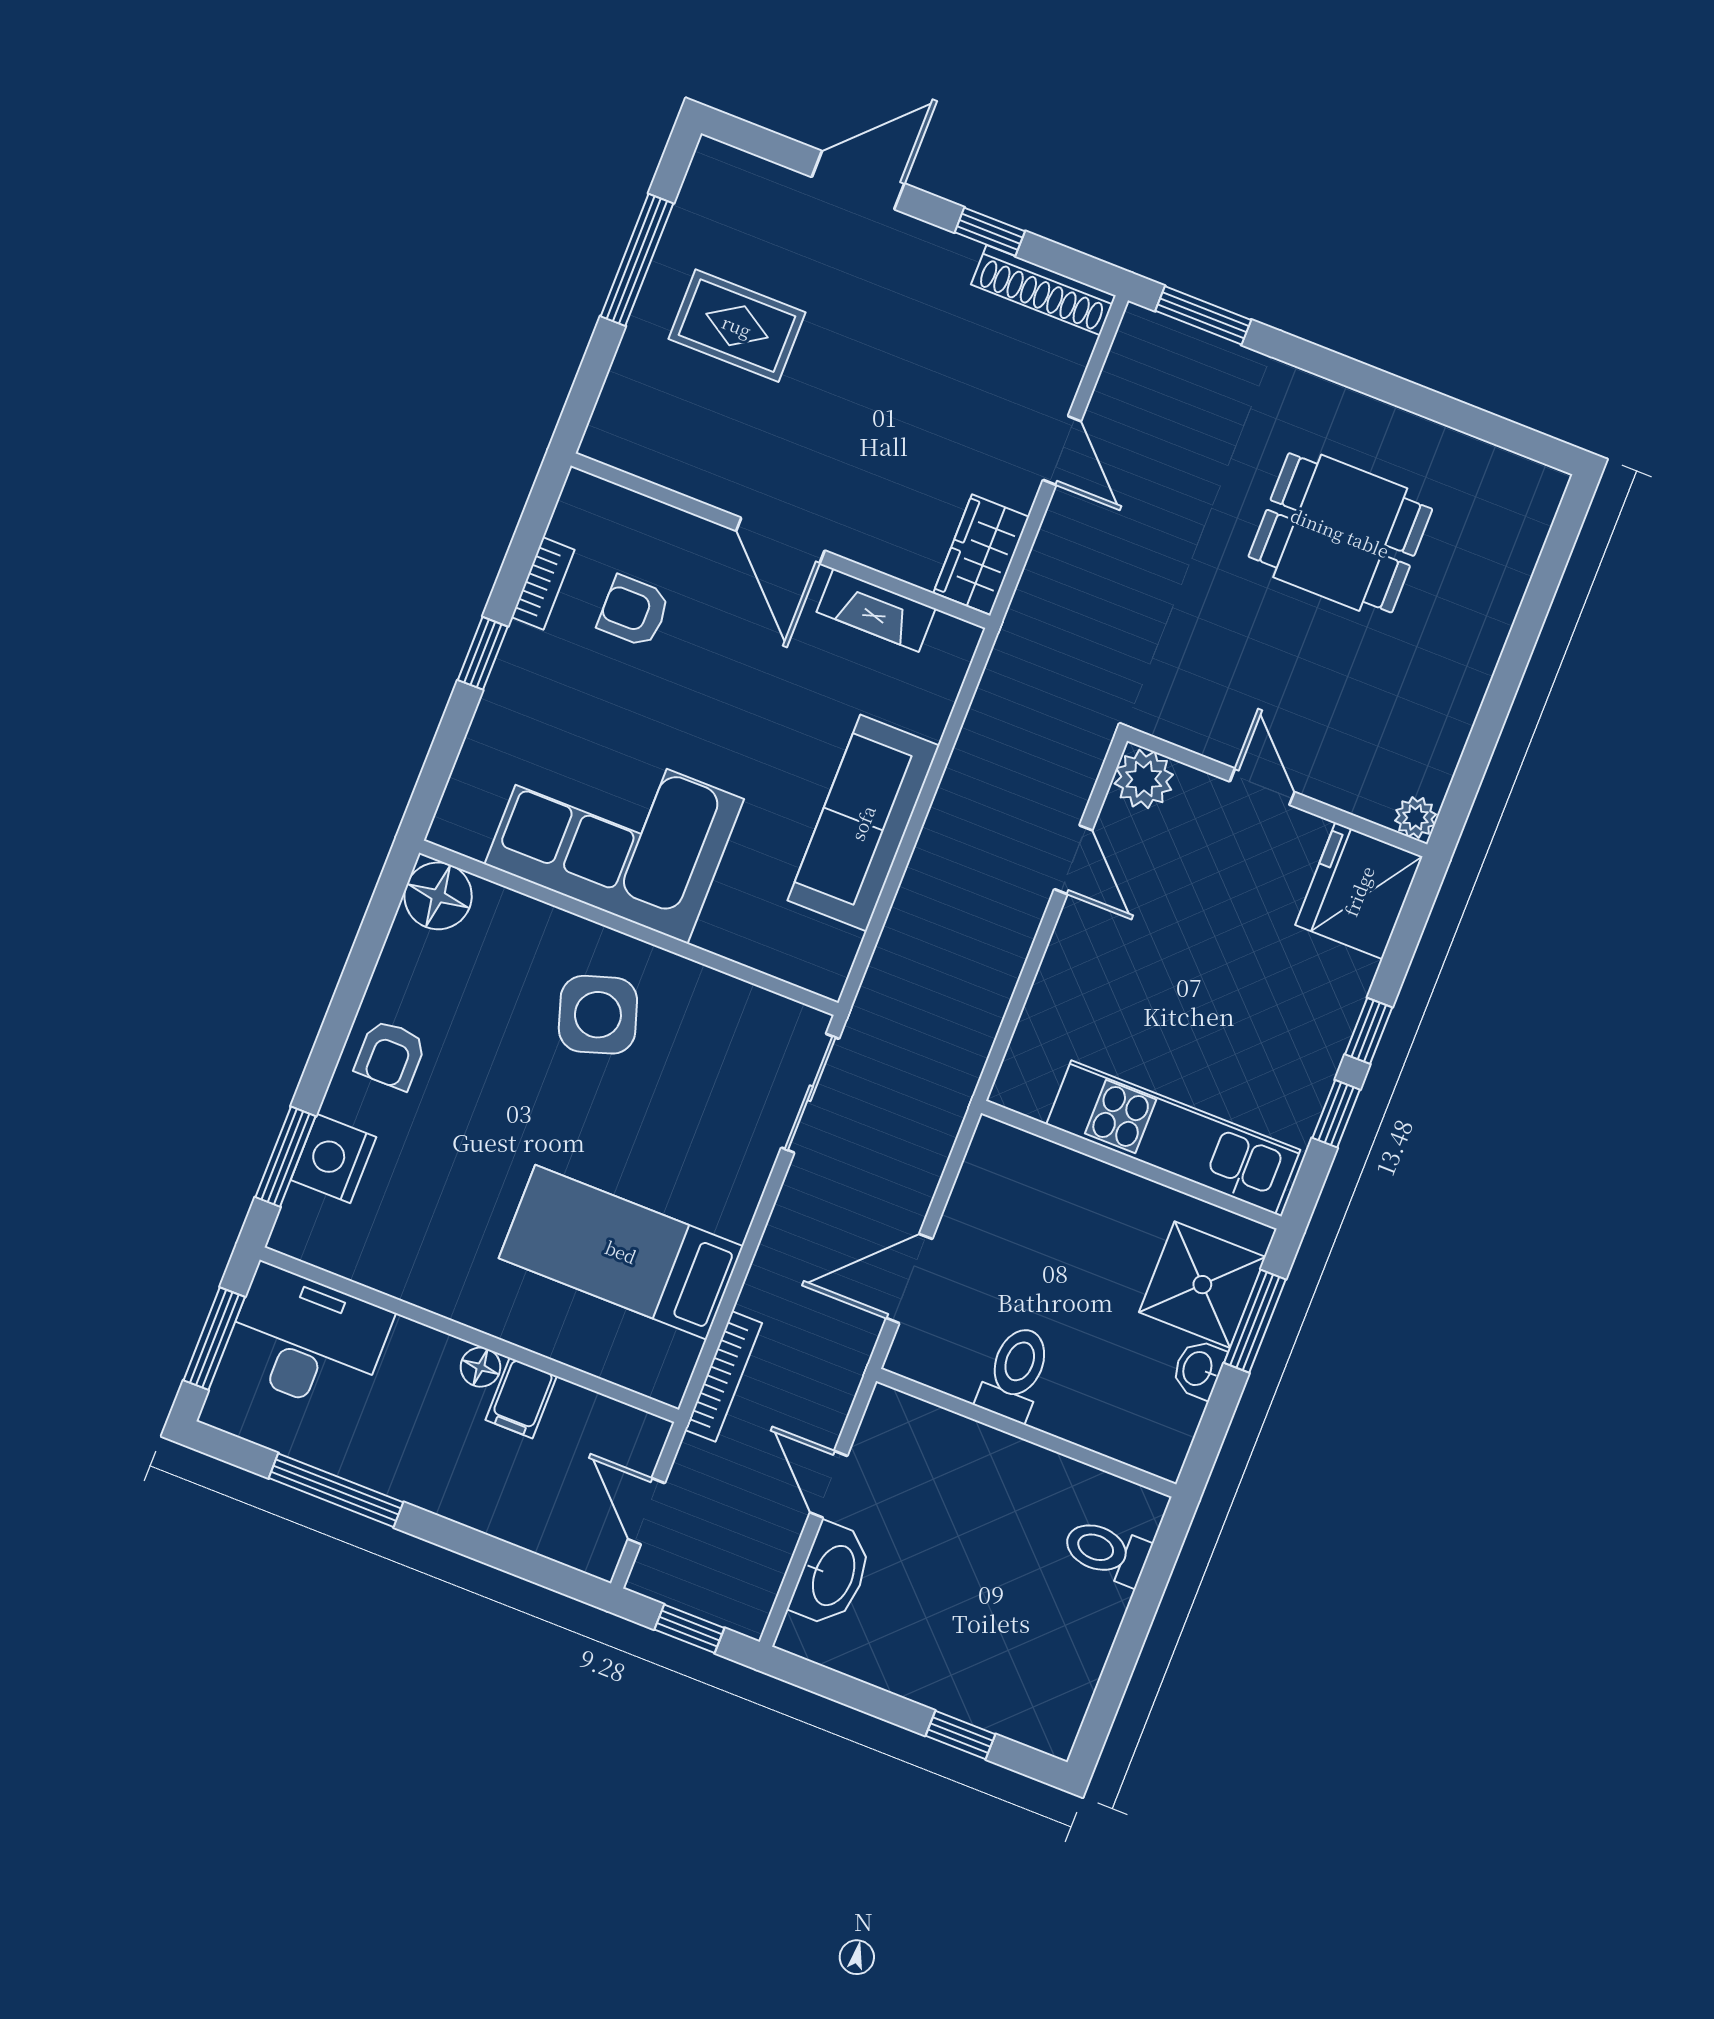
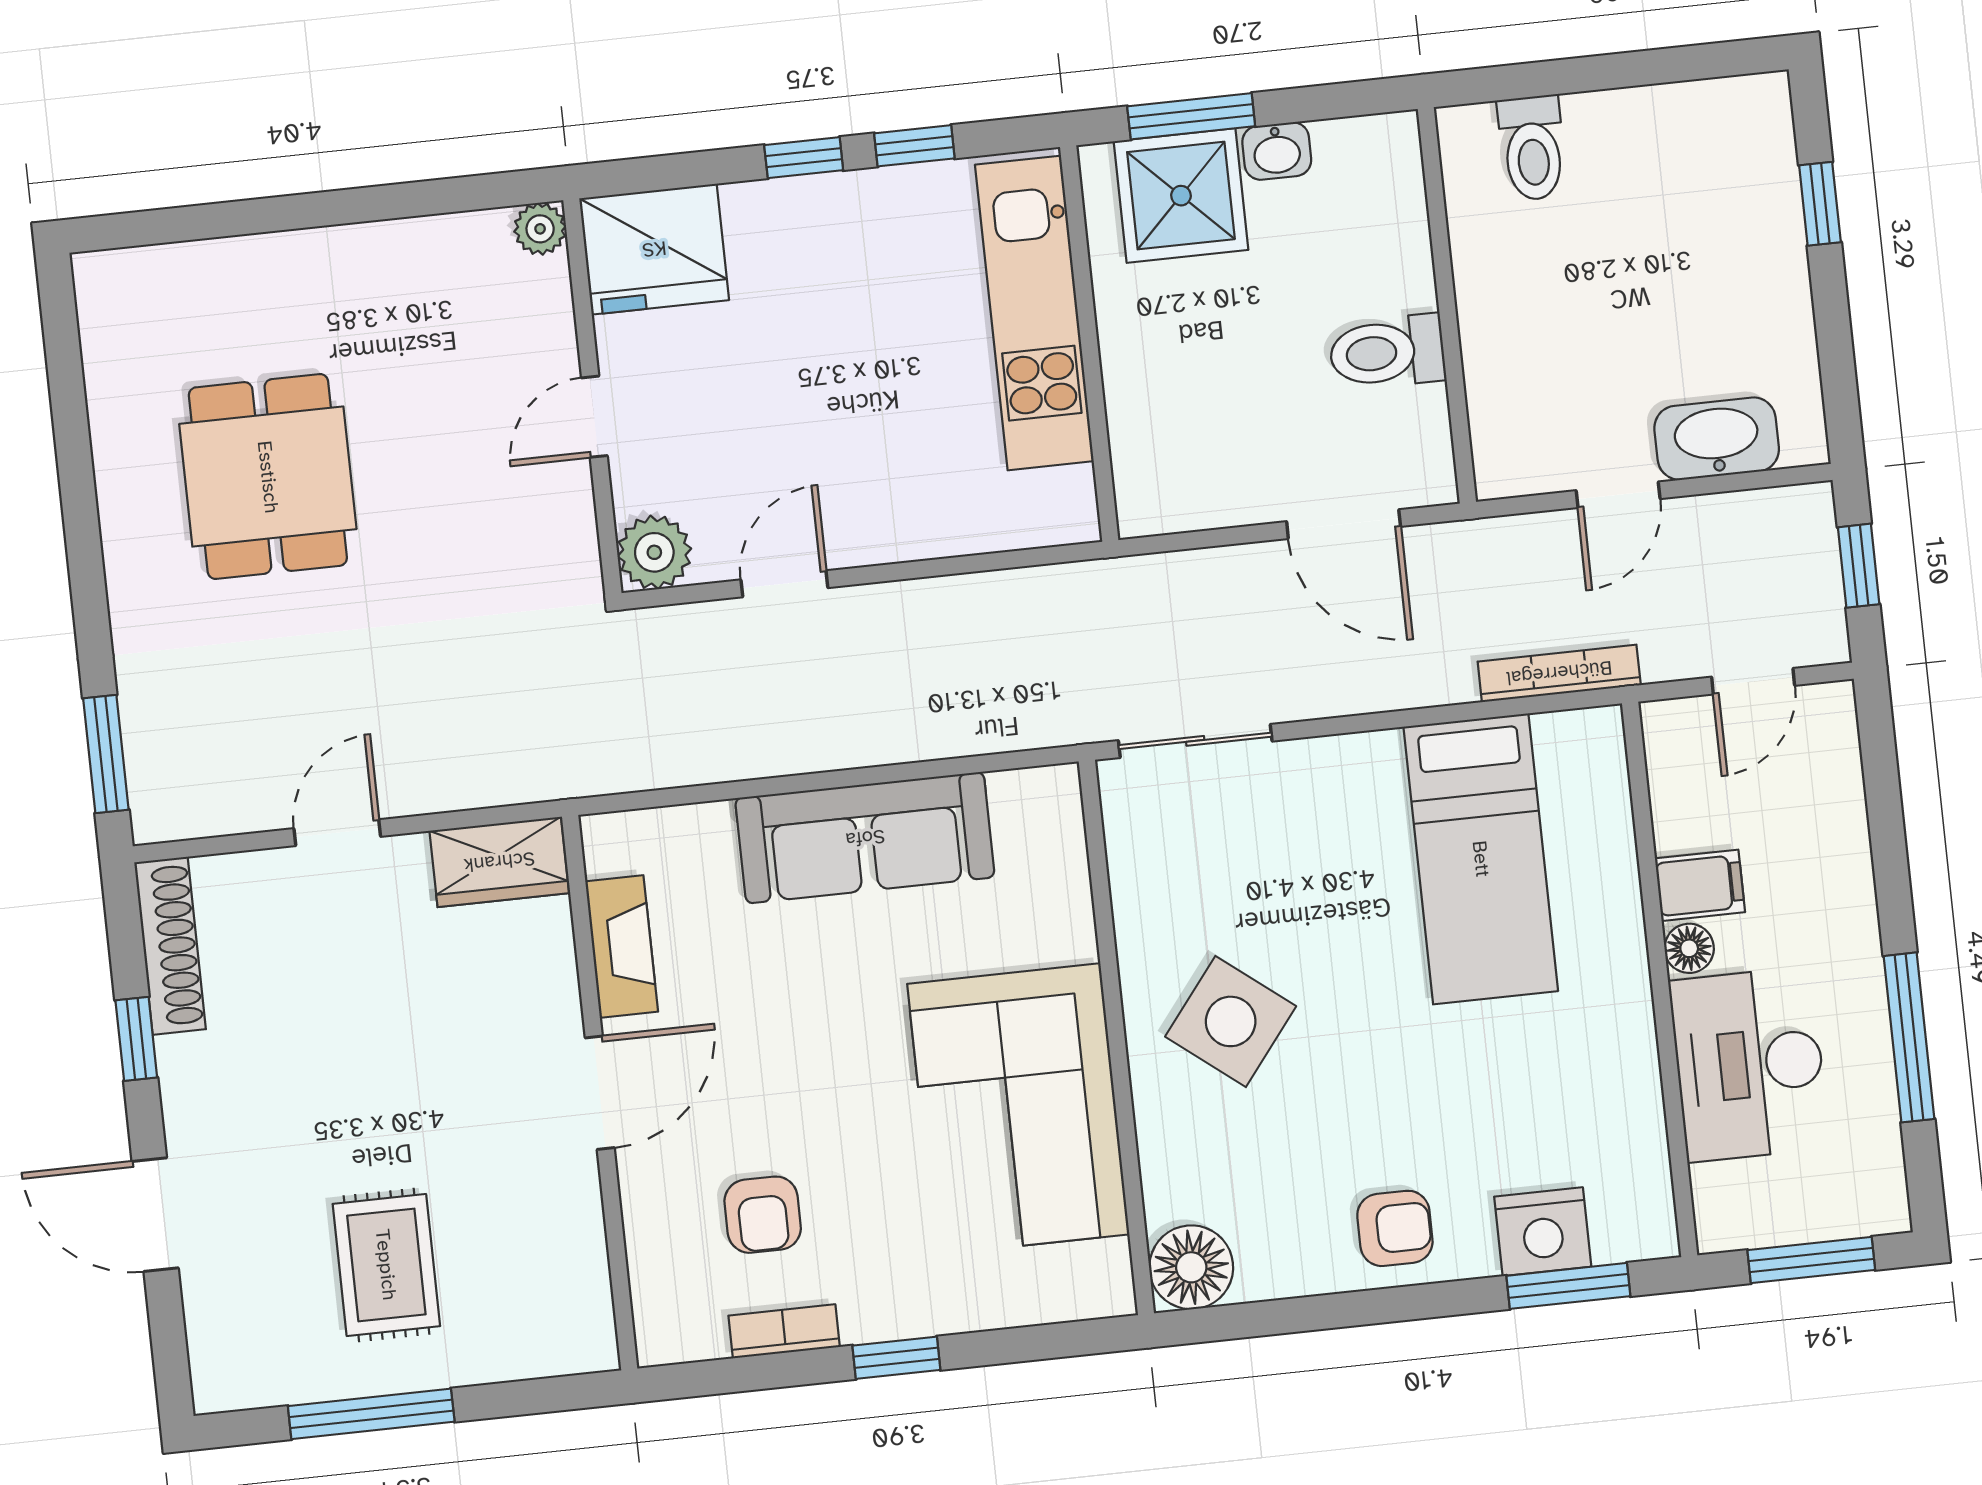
side table: (598, 1015) -> (1231, 1021), turned -34
desk: (307, 1340) -> (1749, 1064), moved

